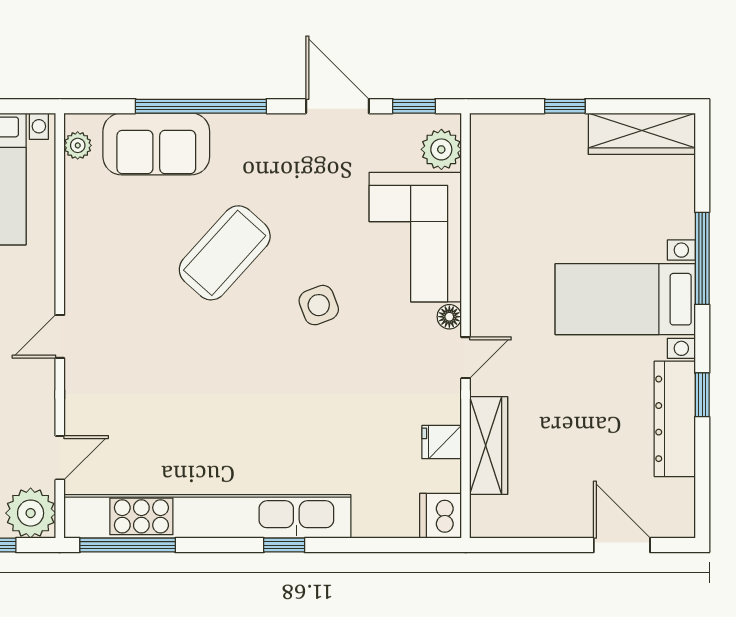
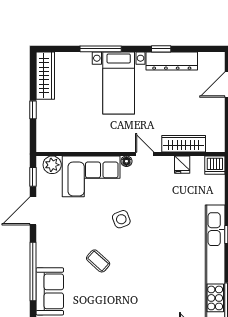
coffee table: (225, 253) -> (98, 261), width x0.54, depth x0.58

